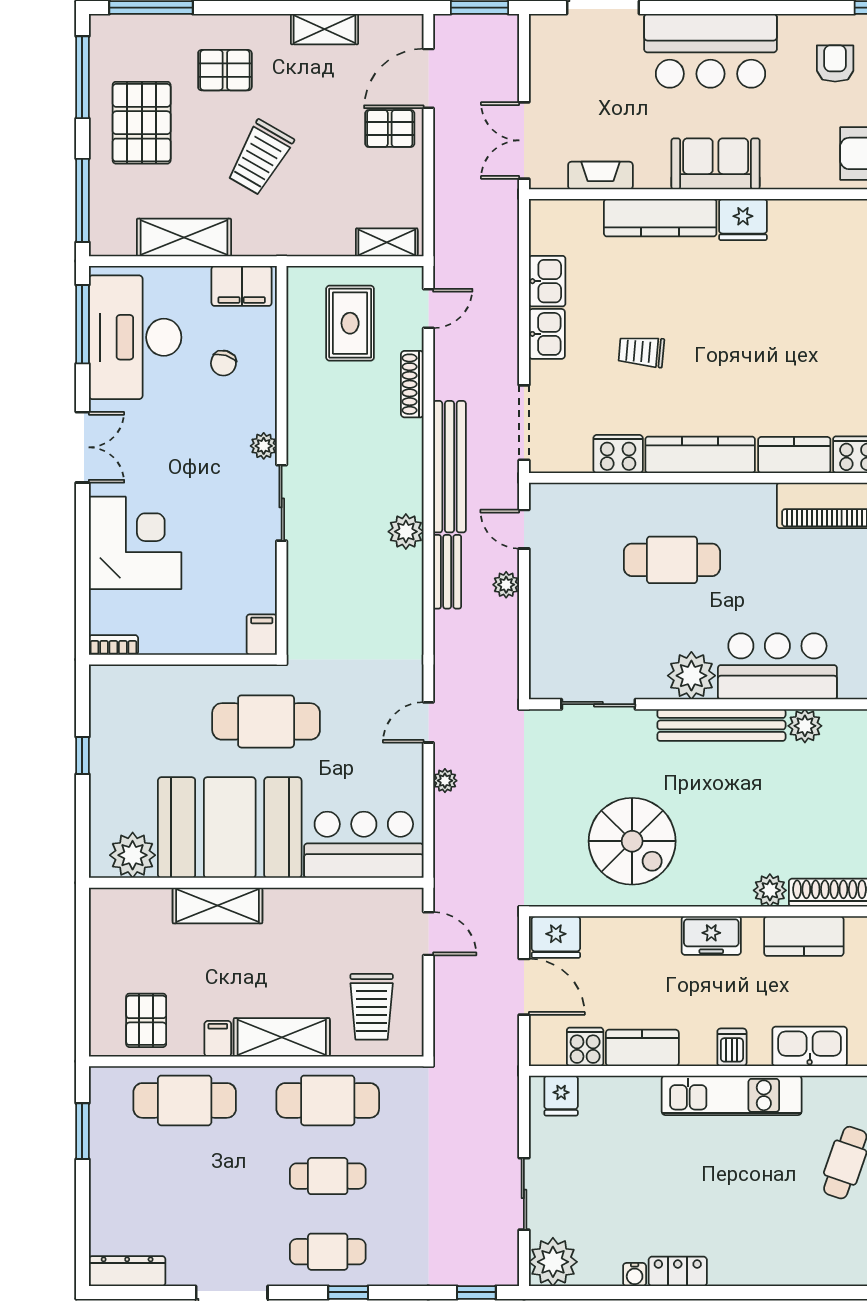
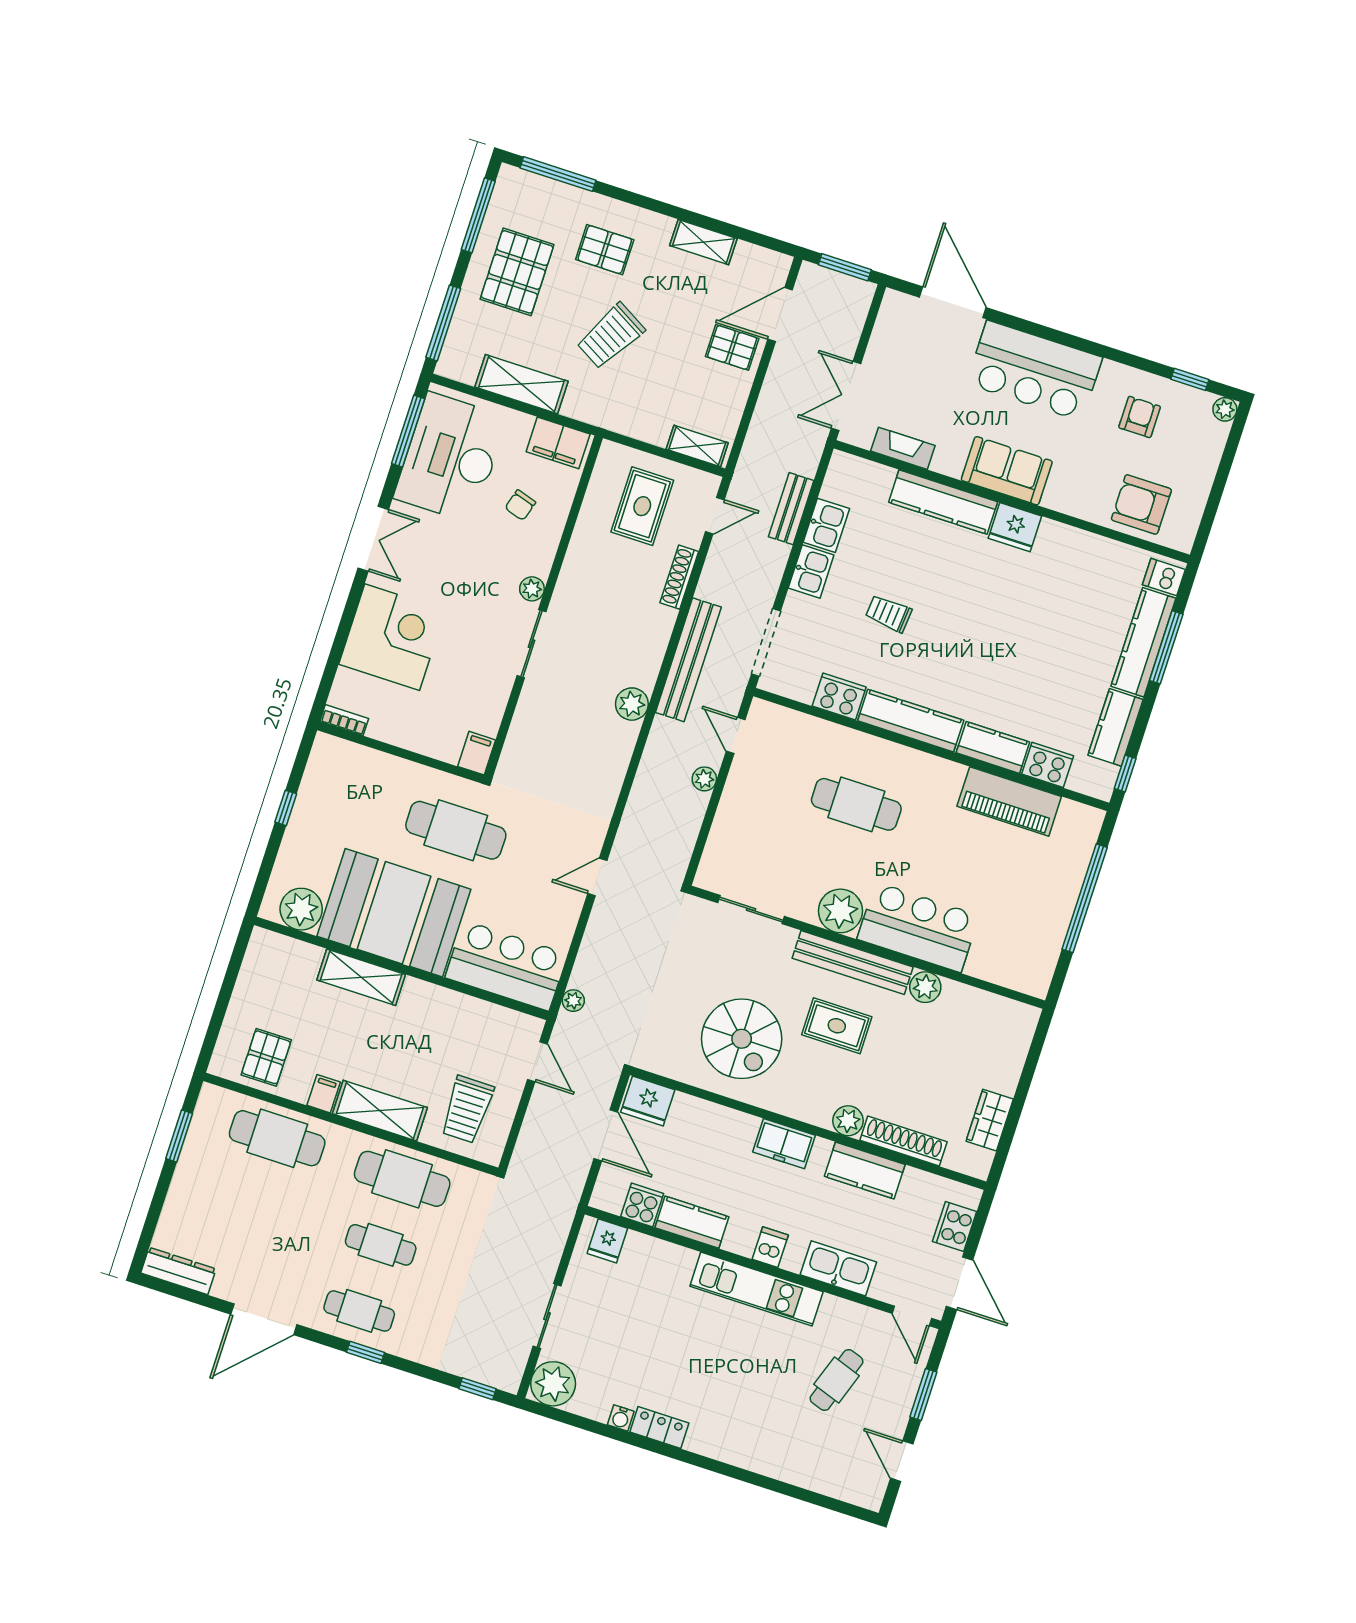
bench: (447, 572) -> (791, 509), moved
plant: (445, 781) -> (573, 1001), moved
rug: (726, 796) -> (837, 1026), added

